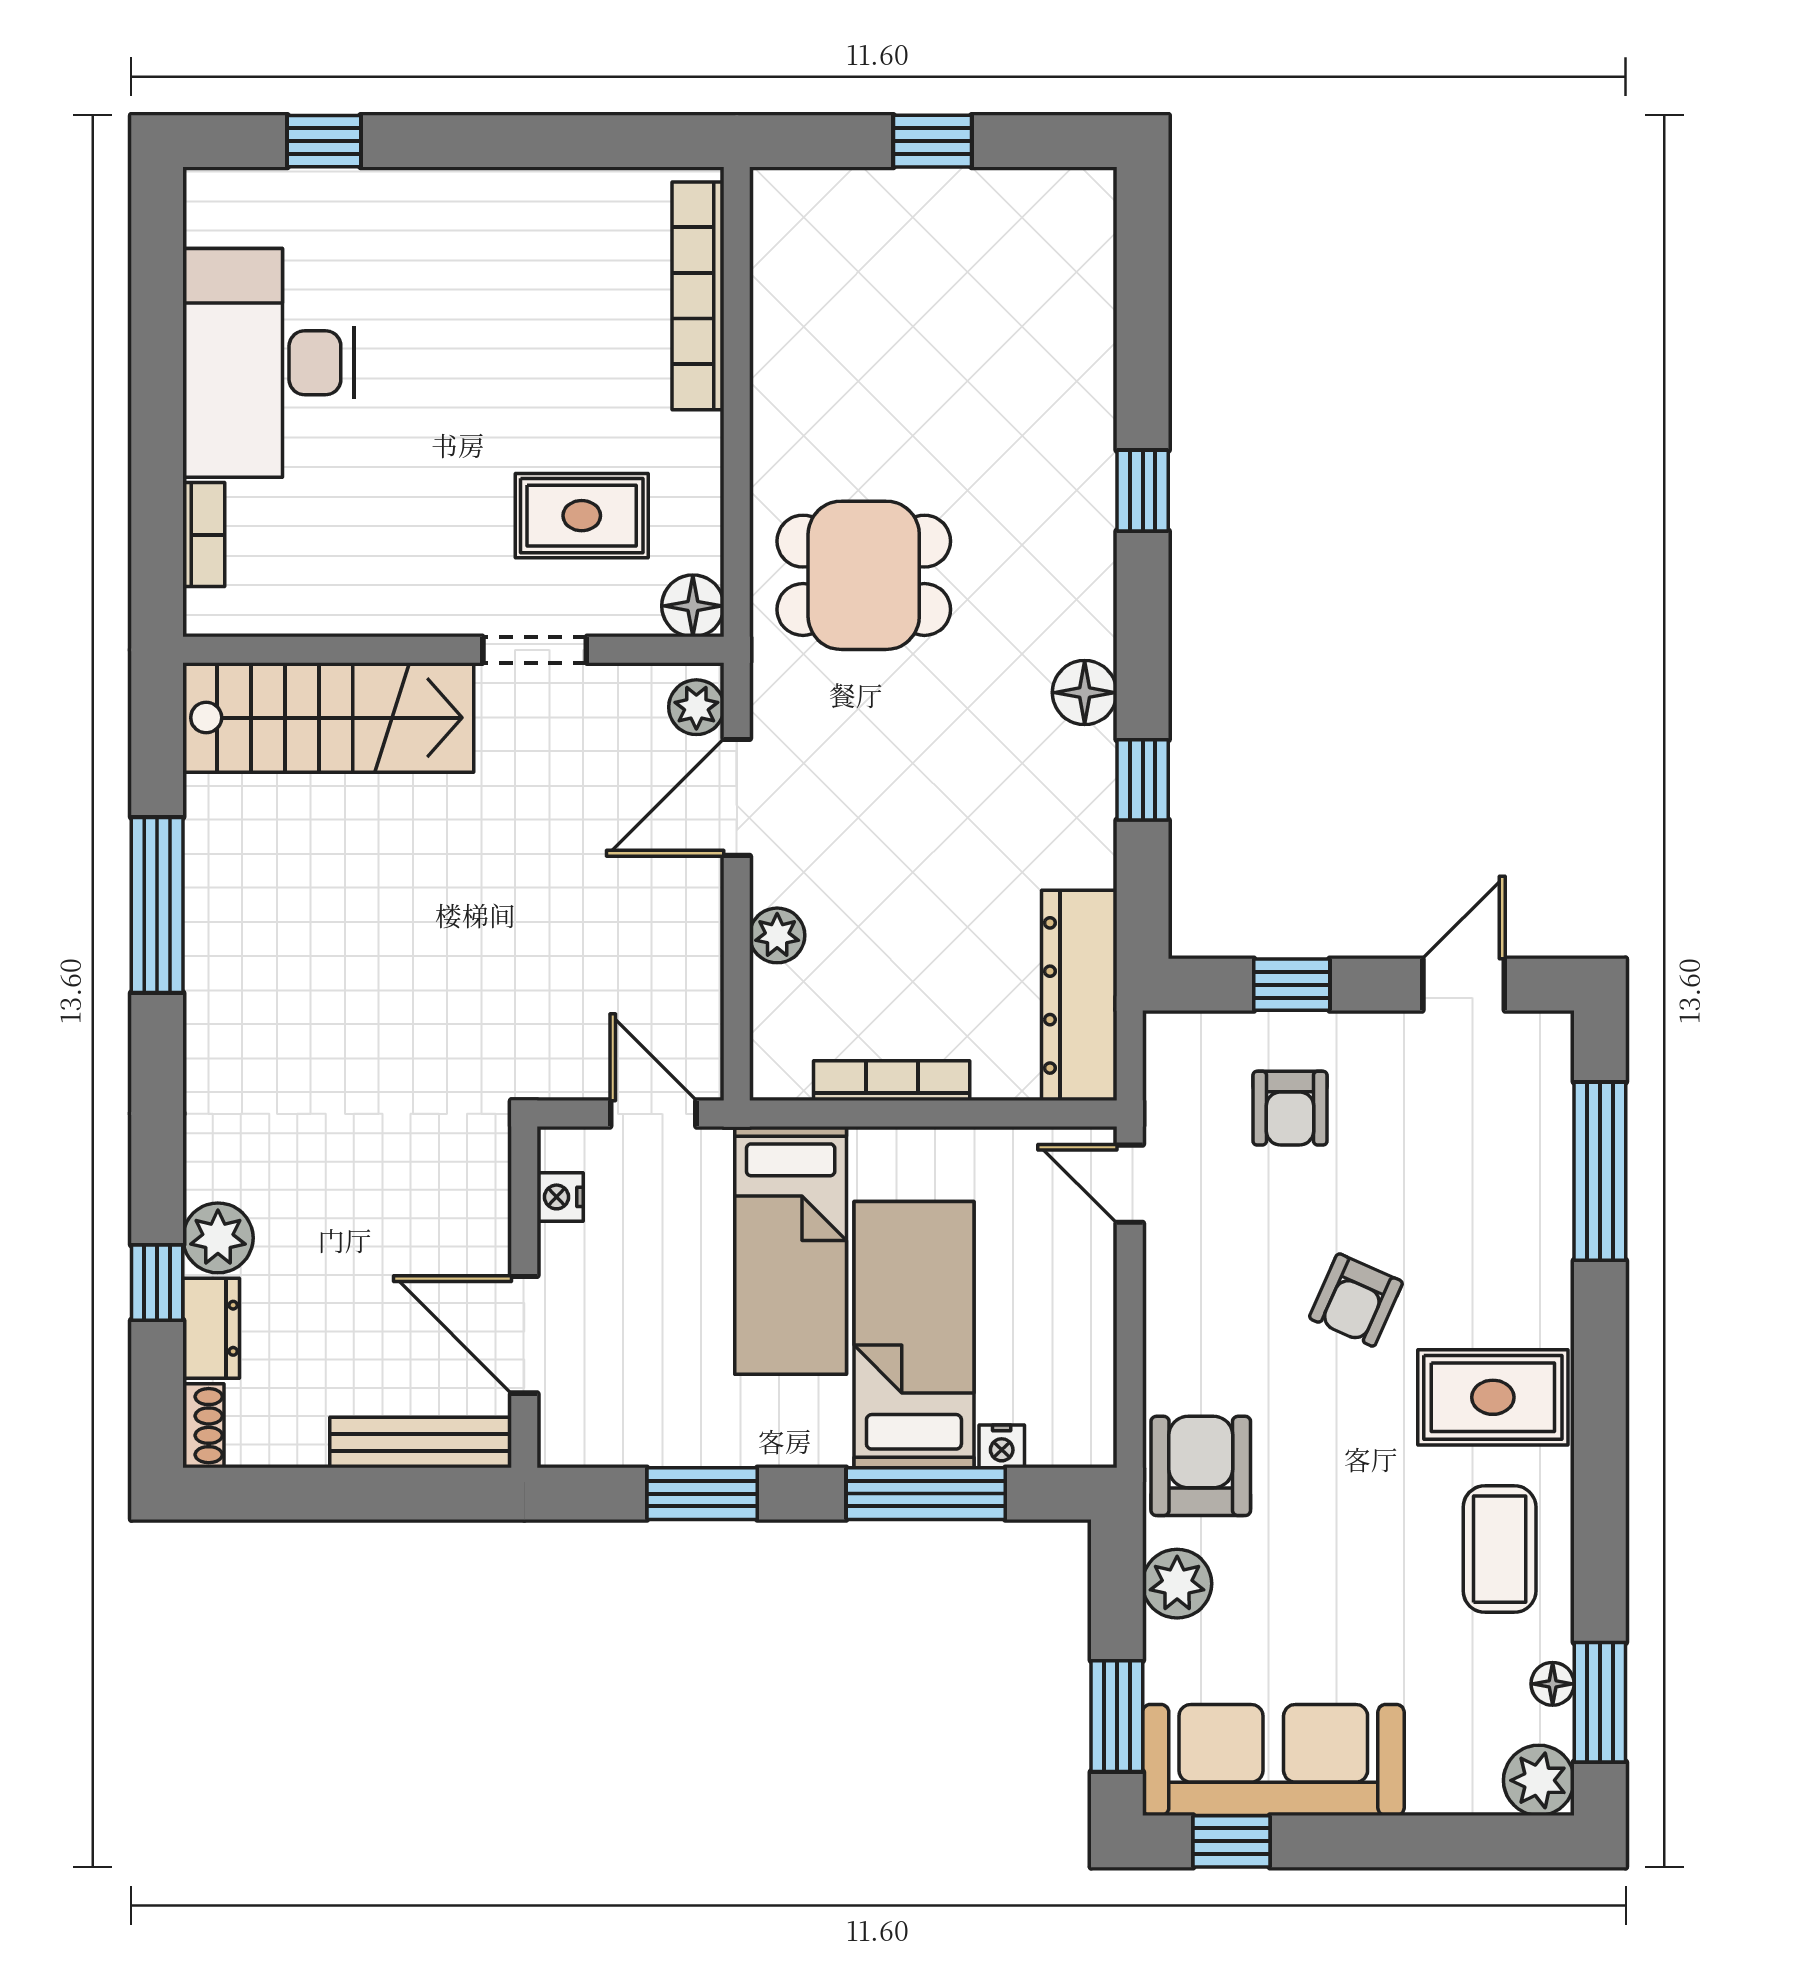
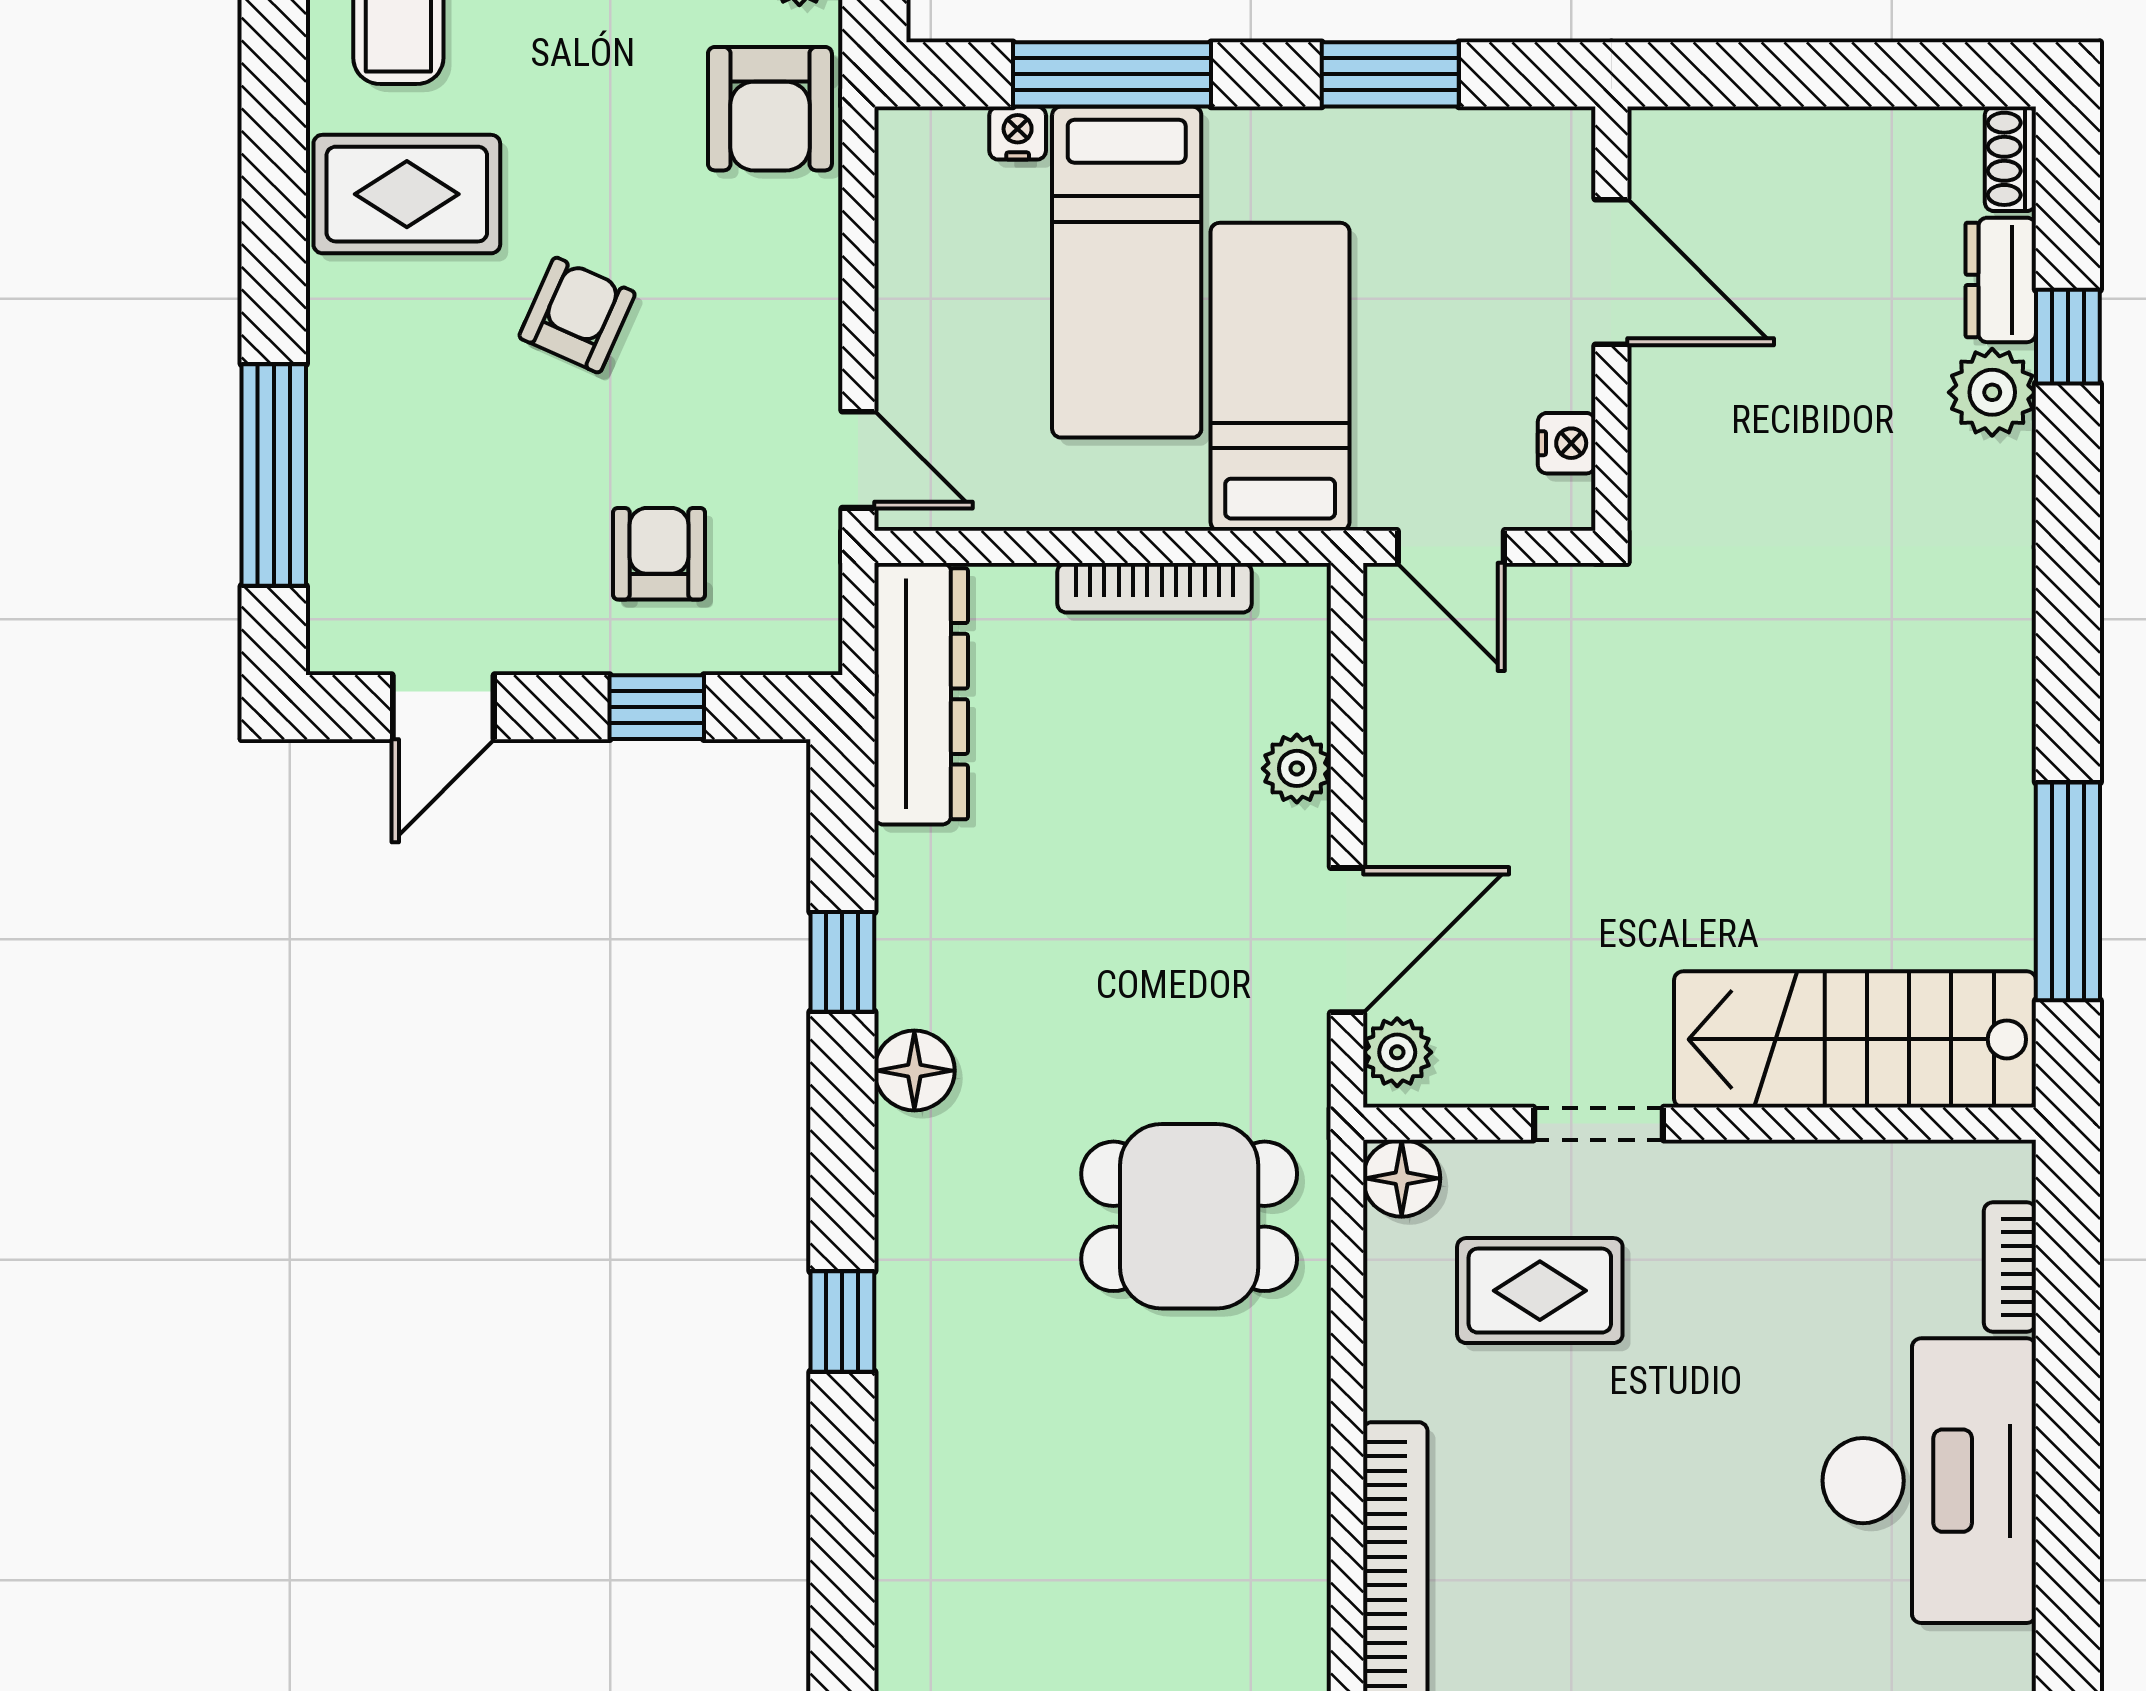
window: (157, 905) -> (2068, 891), moved
bench: (420, 1442) -> (1740, 138), removed

